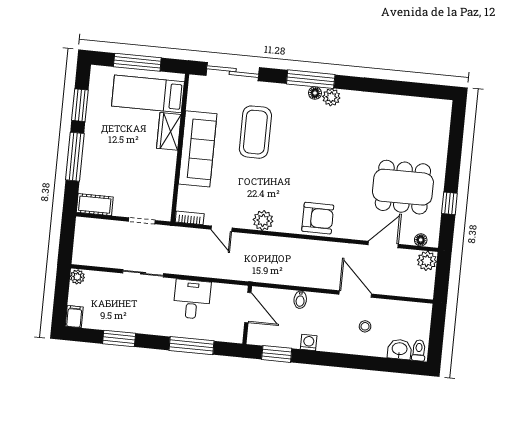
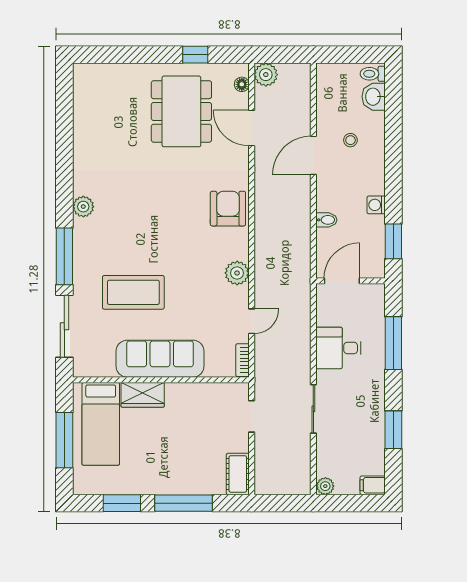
window: (311, 79) -> (64, 256), moved
floor lamp: (315, 93) -> (80, 226), removed

